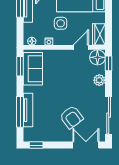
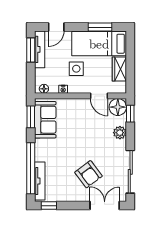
wardrobe: (99, 34) -> (119, 69), moved
door: (81, 47) -> (99, 96), swing flipped
tv unit: (28, 110) -> (40, 181), moved
window: (20, 112) -> (31, 168), width x1.46

